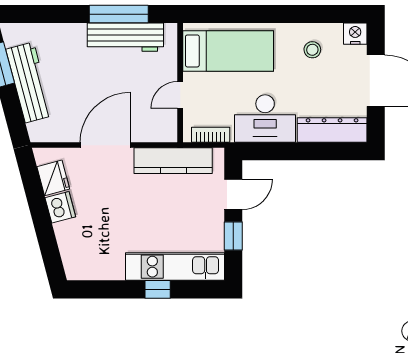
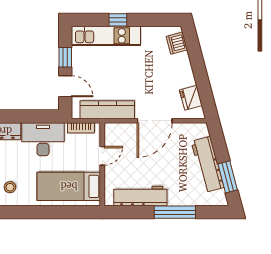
window: (119, 14) -> (175, 212), moved
door: (233, 194) -> (65, 86), swing flipped
dishwasher: (60, 207) -> (177, 43), moved

